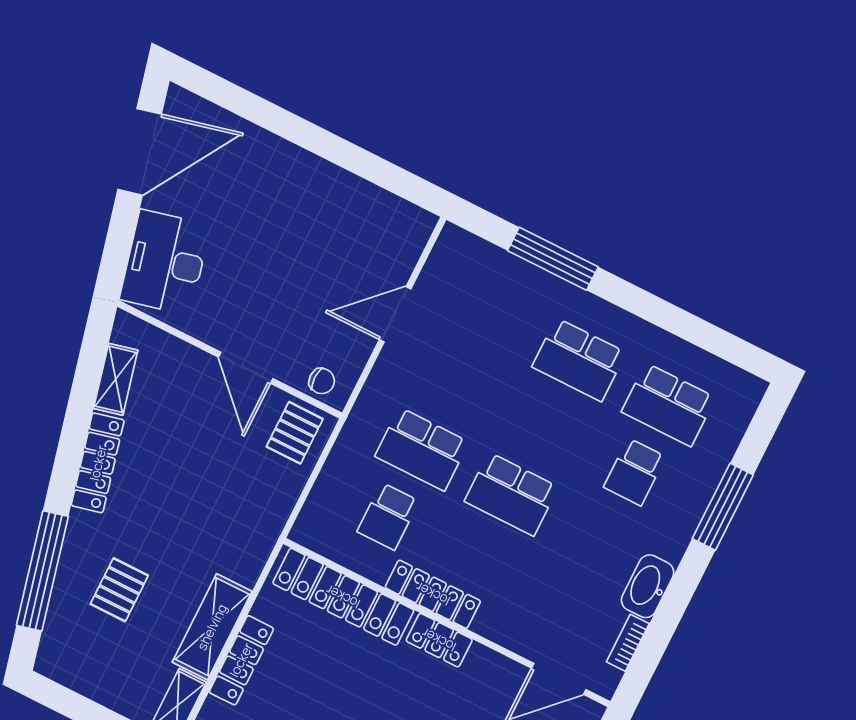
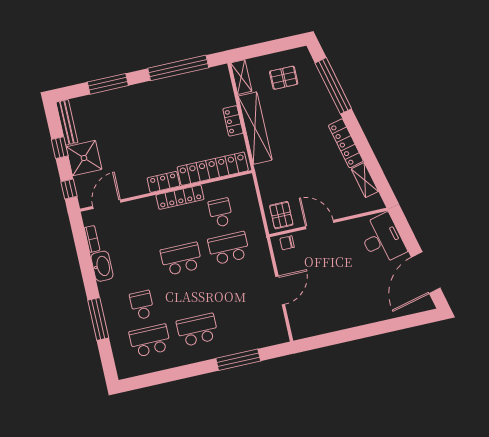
pallet: (119, 590) -> (284, 78), moved, turned 90
shelving: (212, 627) -> (255, 128), width x1.47
locker: (241, 660) -> (233, 121), width x0.66

